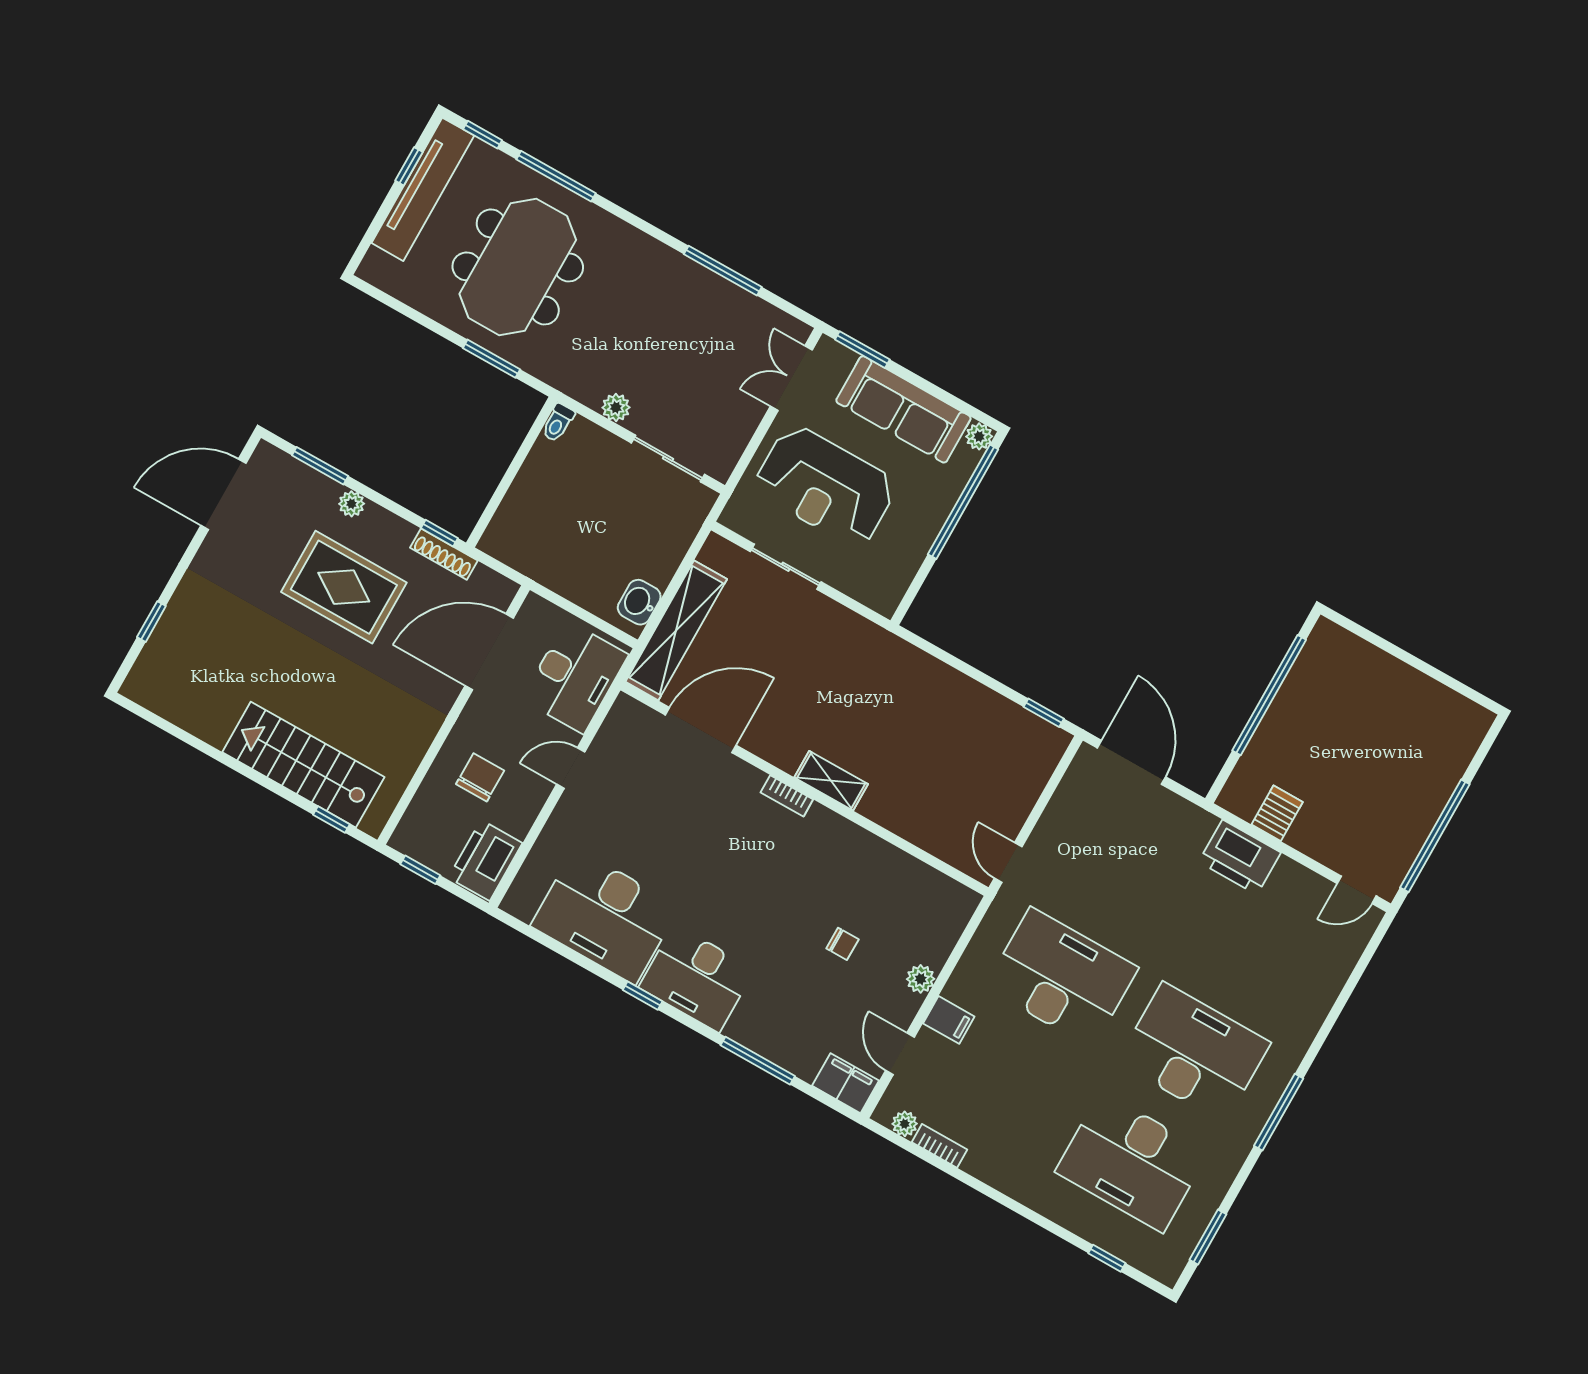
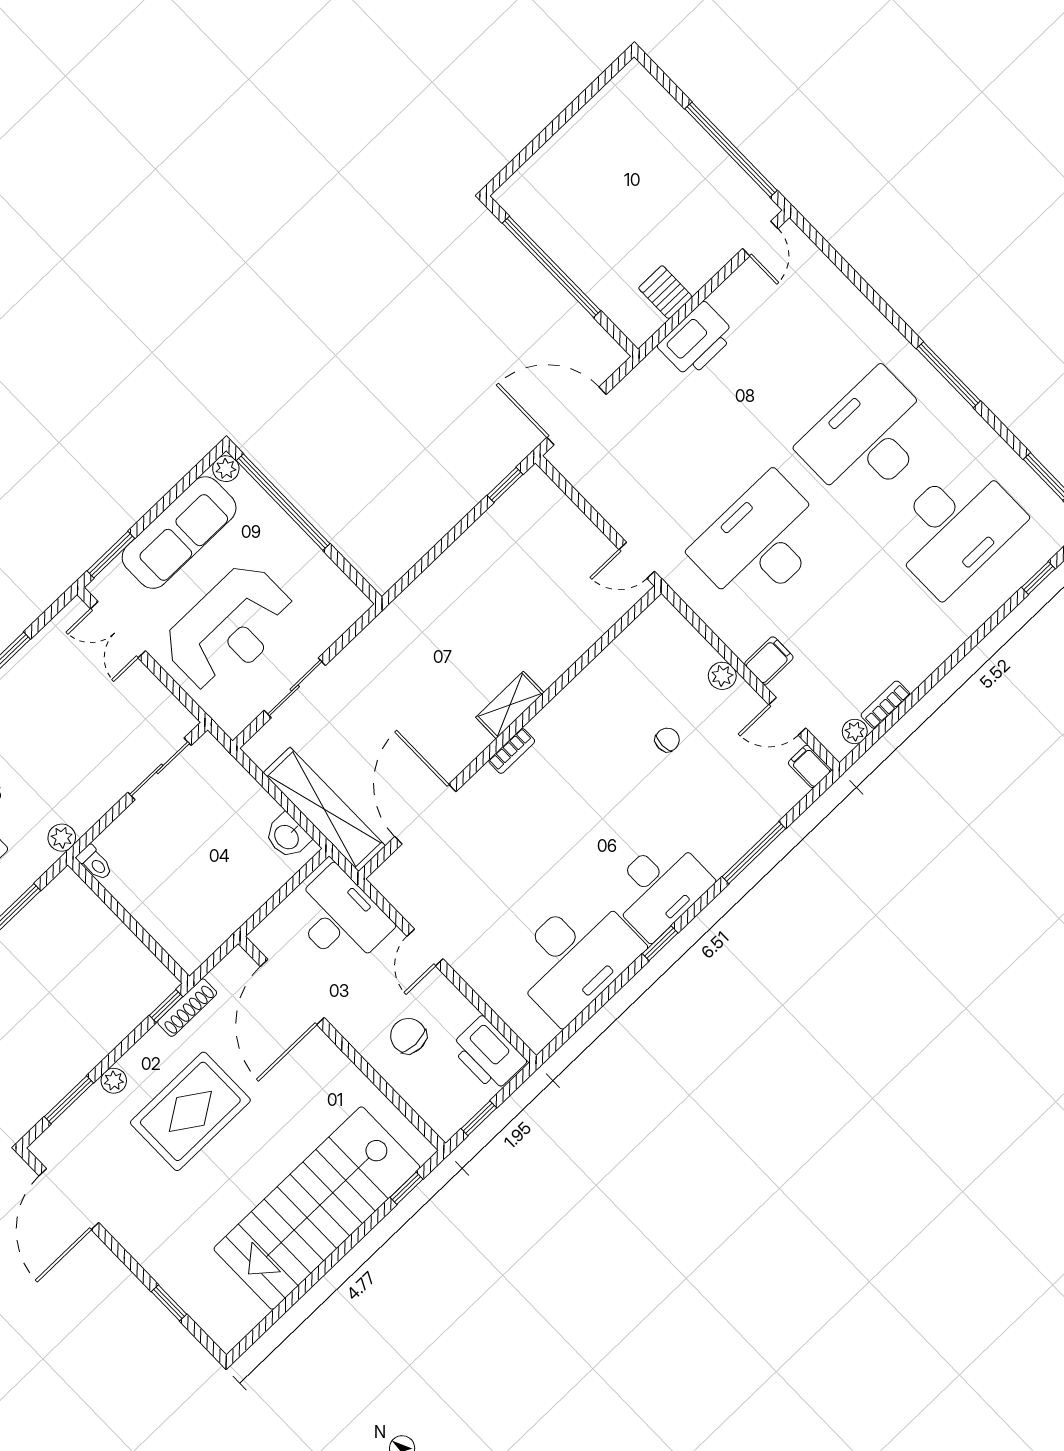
plant: (616, 408) -> (62, 838), moved
stairs: (303, 765) -> (317, 1208), width x1.36, depth x1.51
filing cabinet: (845, 1083) -> (810, 766), width x0.50

